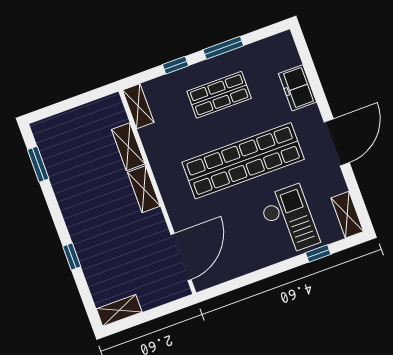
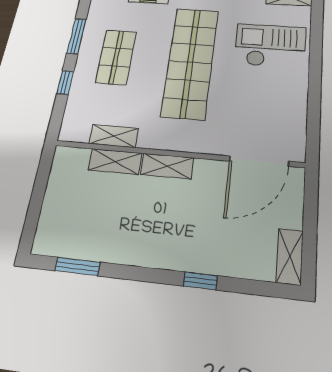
shelving: (138, 106) -> (114, 136), moved
window: (318, 254) -> (316, 34), removed
door: (181, 257) -> (259, 161), swing flipped

